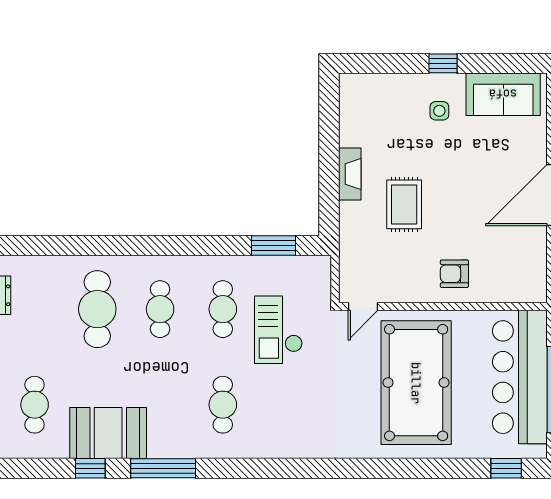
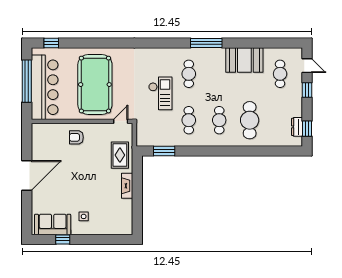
window: (443, 63) -> (63, 239), moved
rug: (404, 204) -> (120, 155), moved
armchair: (454, 274) -> (76, 137), turned 180
checkout: (278, 330) -> (160, 93), moved
window: (90, 468) -> (253, 43), removed
window: (163, 468) -> (206, 43), moved

